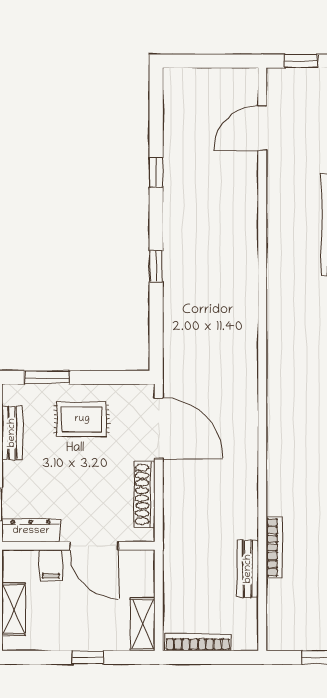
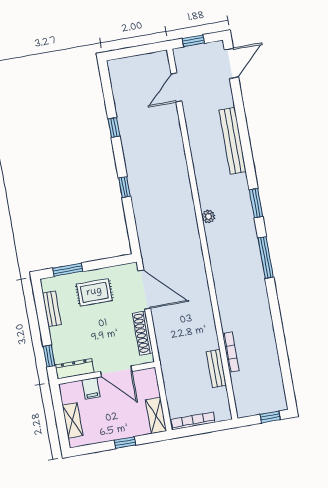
plant: (277, 334) -> (208, 216), added

